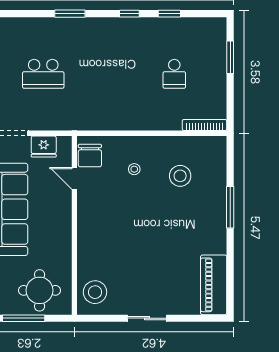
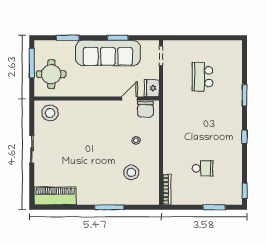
window: (169, 14) -> (245, 191), moved
school desk: (174, 74) -> (203, 168), turned 180
fridge: (44, 146) -> (152, 88), moved
chair: (90, 156) -> (145, 109), turned -90

